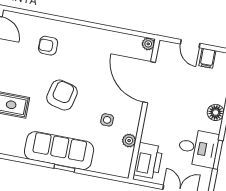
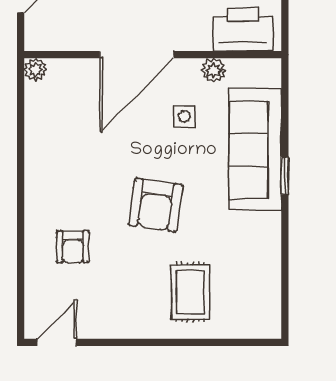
door: (149, 82) -> (137, 55), moved
armchair: (62, 95) -> (156, 205), turned -95
sofa: (59, 151) -> (255, 150), moved

